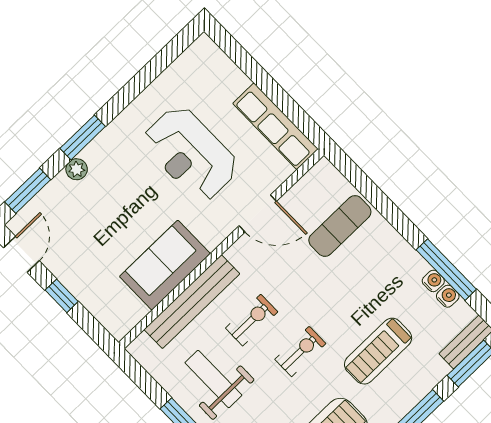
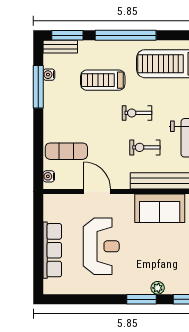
row of seats: (276, 126) -> (52, 250), moved
water cooler: (433, 281) -> (49, 176), moved
treadmill: (378, 351) -> (103, 80), turned 180

